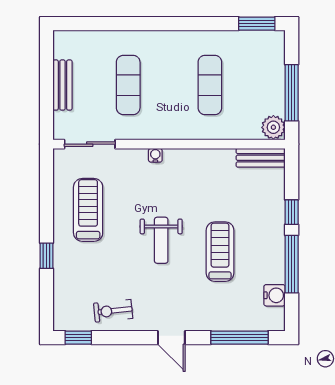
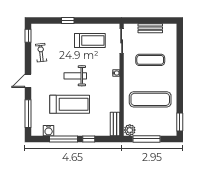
exercise mat: (210, 85) -> (150, 99), width x1.36, depth x1.45
treadmill: (220, 252) -> (70, 104), width x1.37, depth x1.38

